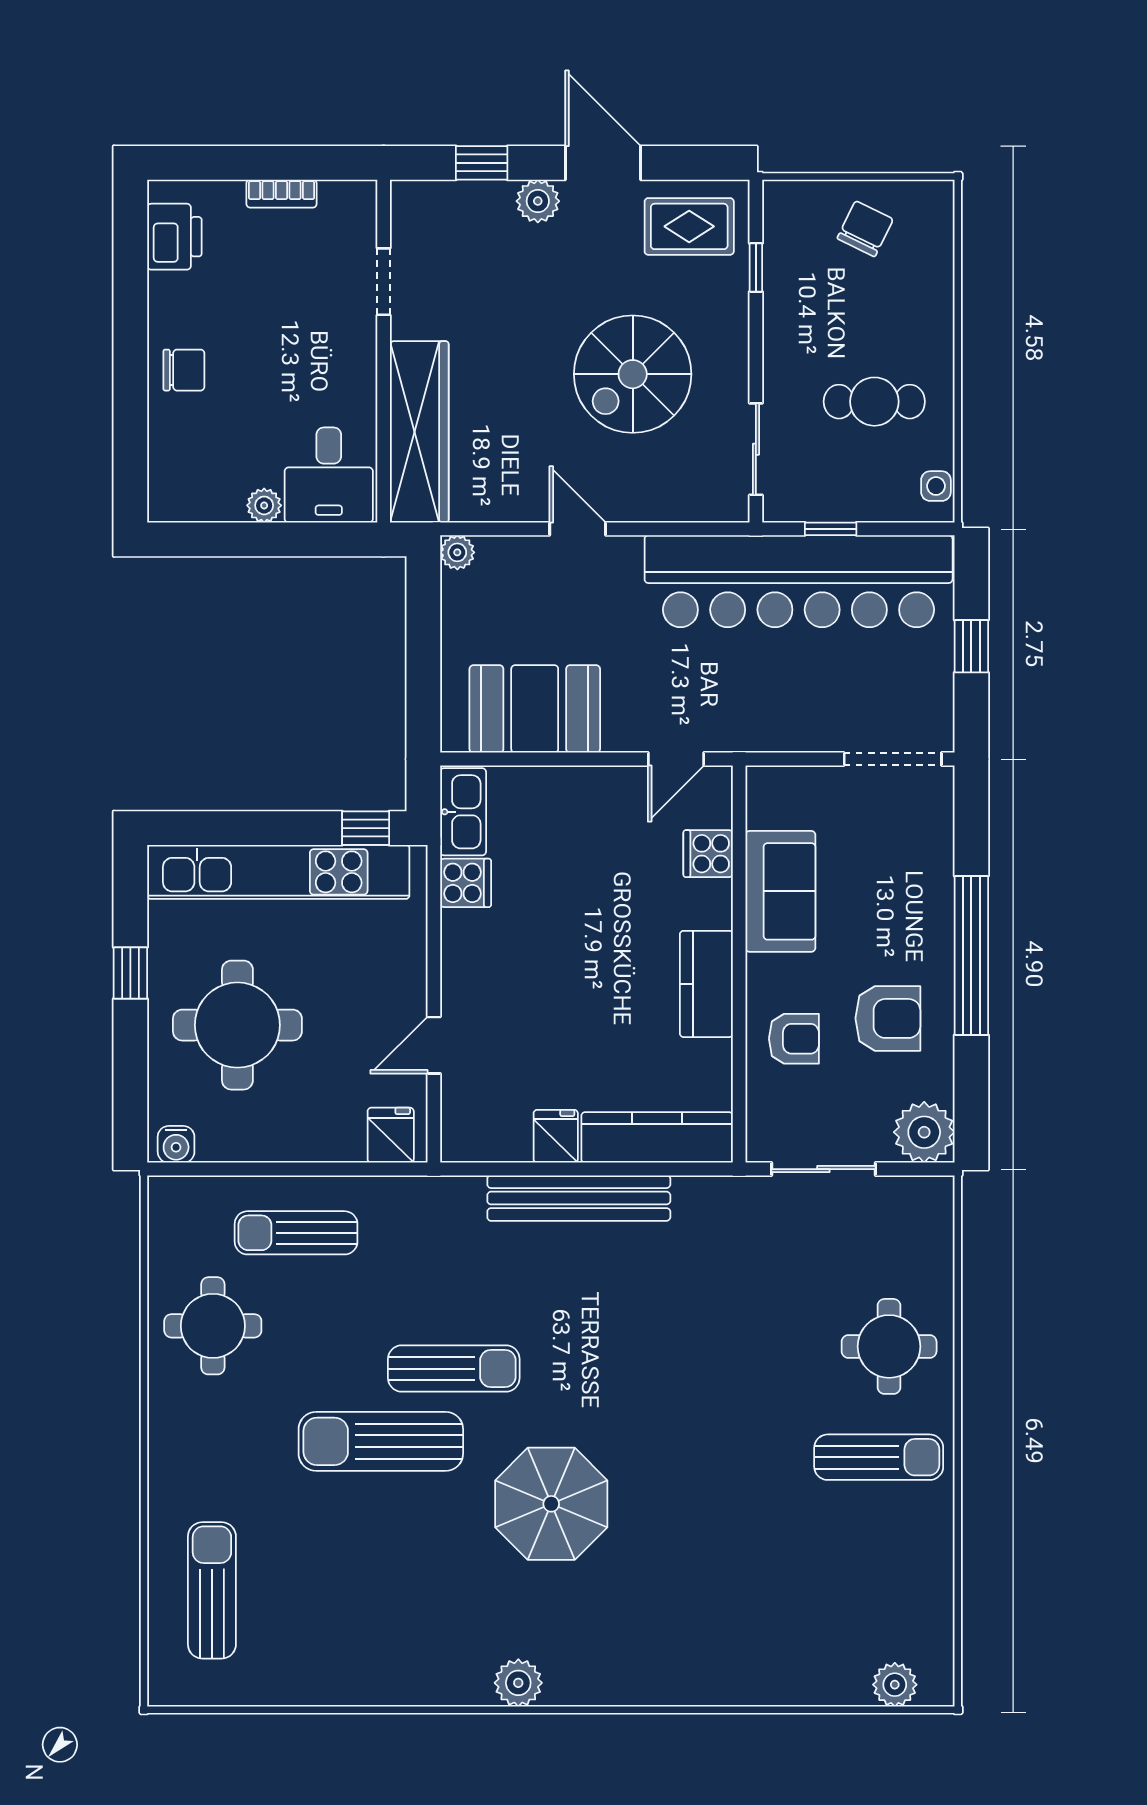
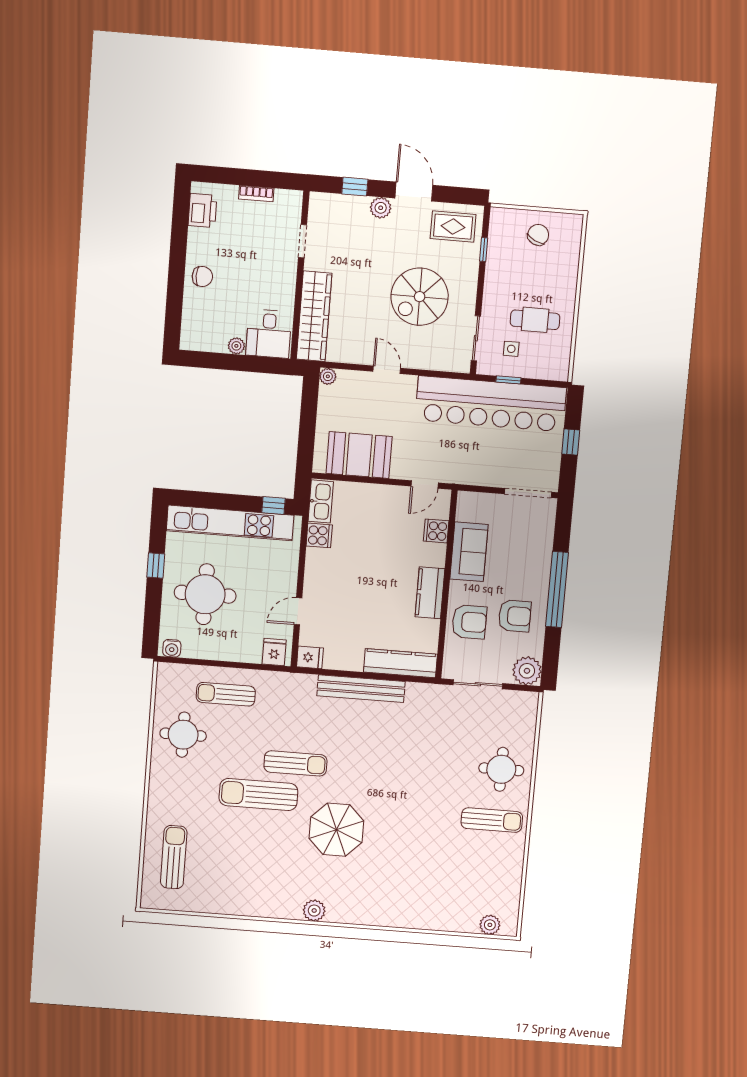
side table: (936, 486) -> (511, 349), moved
armchair: (794, 1039) -> (469, 622), width x1.38, depth x1.38
fridge: (556, 1136) -> (310, 657), moved, turned 90

